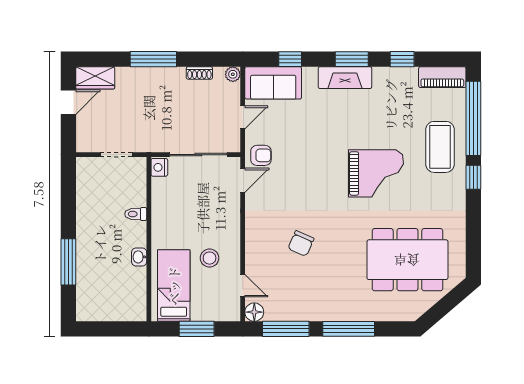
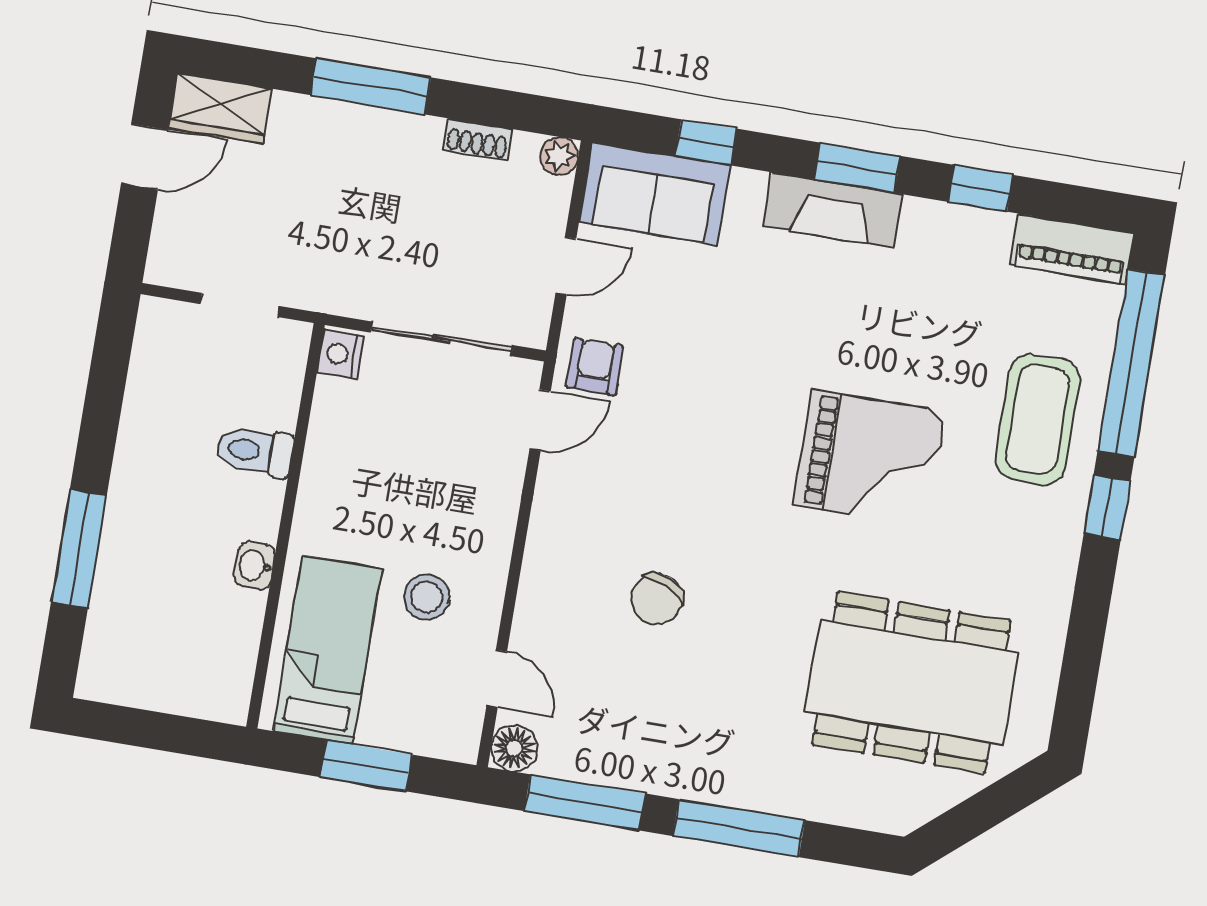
armchair: (261, 155) -> (595, 367), turned -90
toilet: (136, 214) -> (254, 451), width x1.37, depth x1.39

